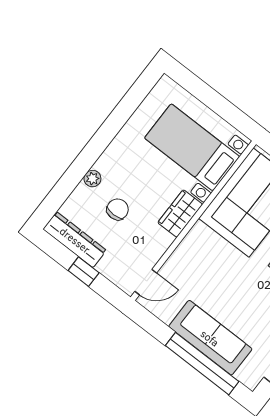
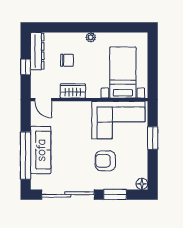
plant: (92, 179) -> (91, 37), moved
wardrobe: (180, 214) -> (73, 91), moved

